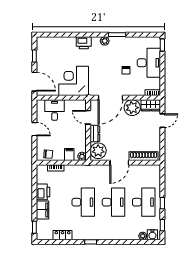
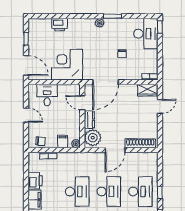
printer: (84, 43) -> (60, 25), moved
desk: (149, 63) -> (146, 34), moved
plant: (132, 108) -> (128, 93), removed

